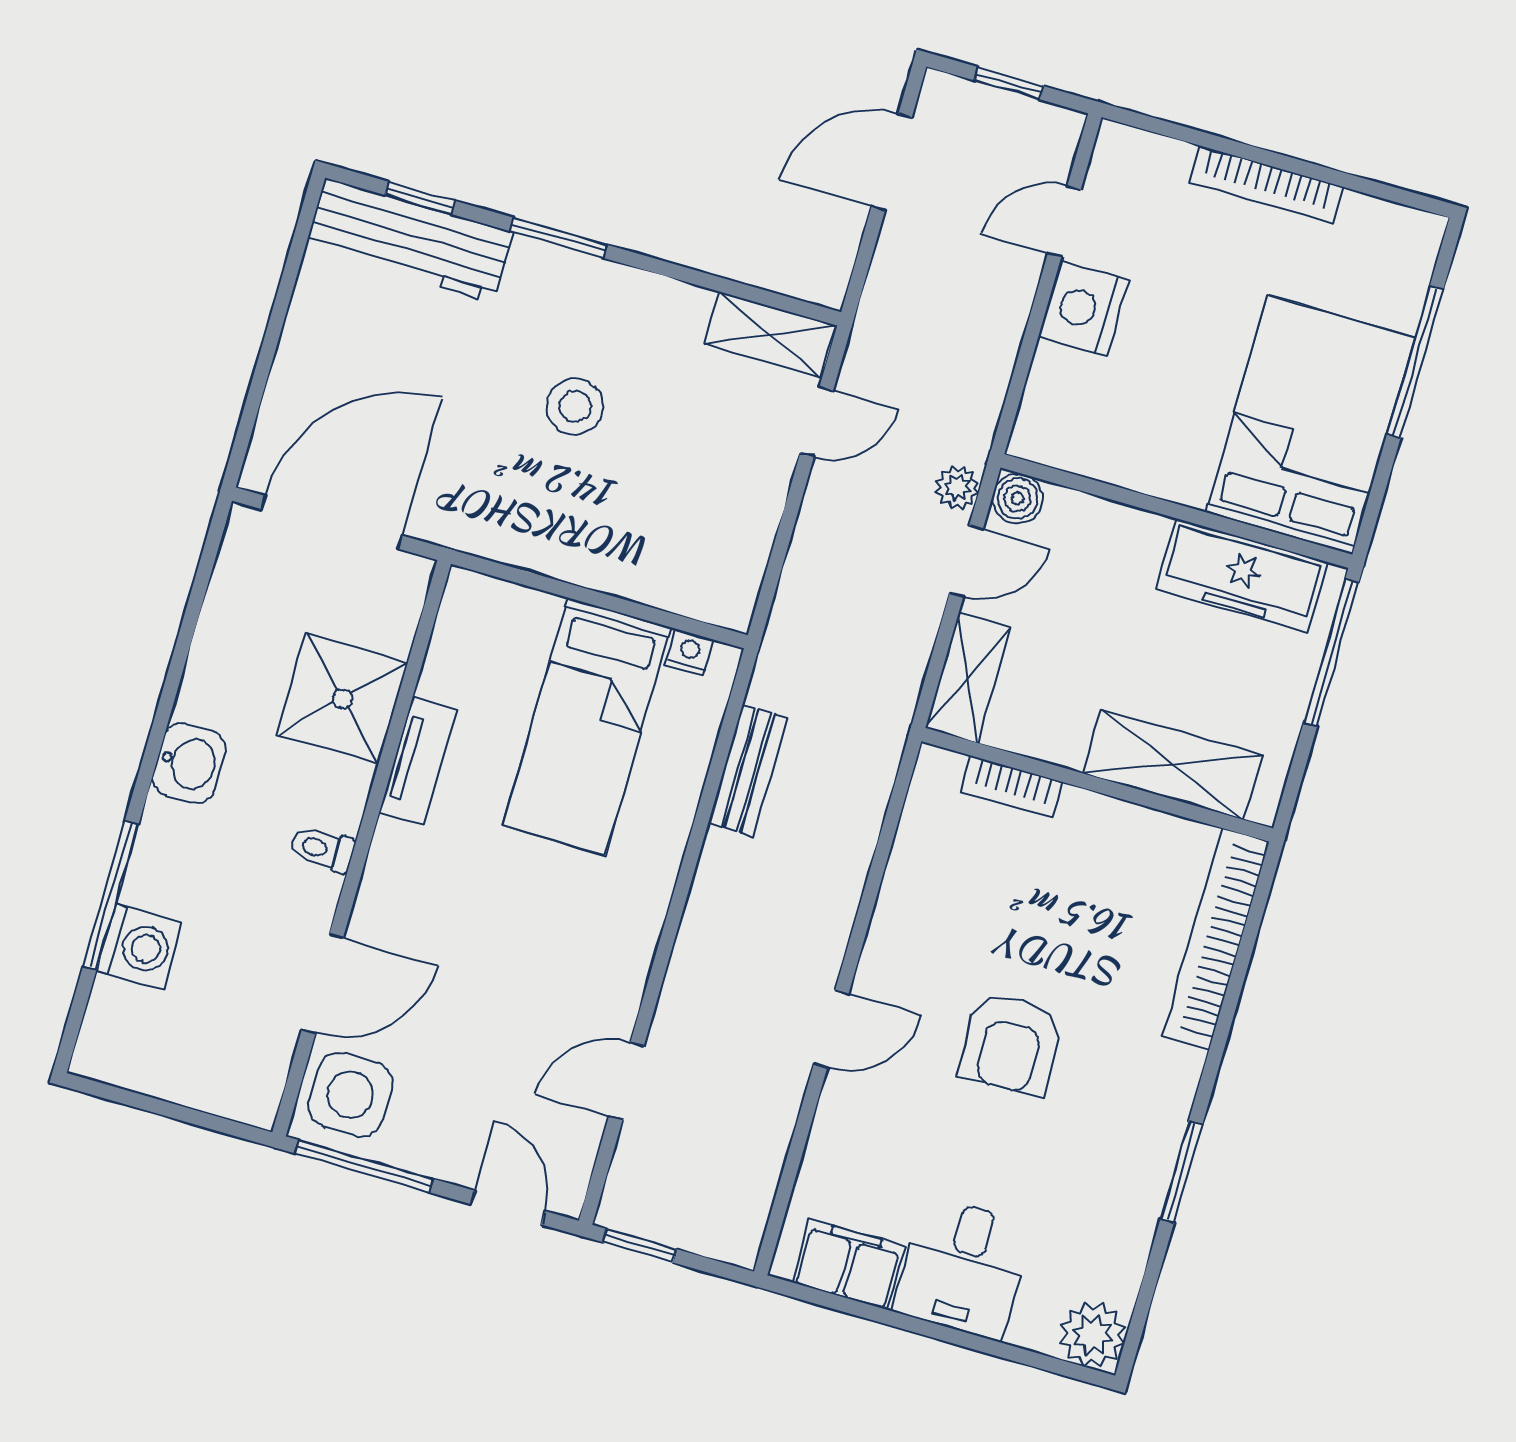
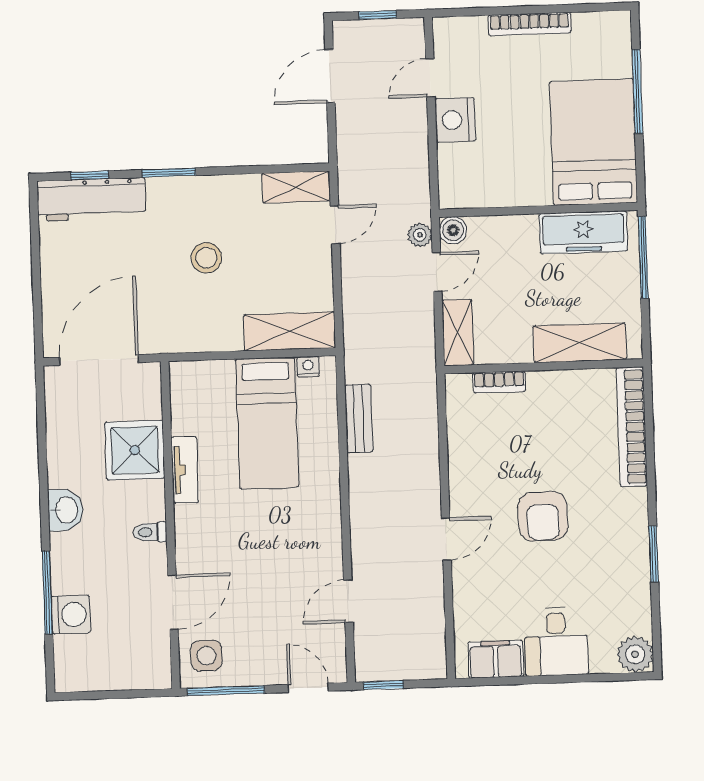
shelving: (678, 580) -> (290, 331), added
side table: (350, 1095) -> (206, 656), width x0.73, depth x0.73

